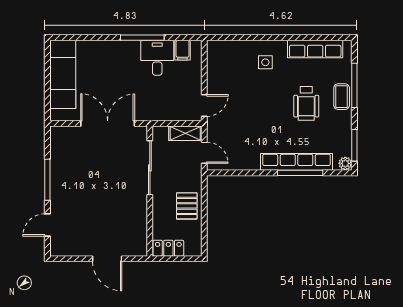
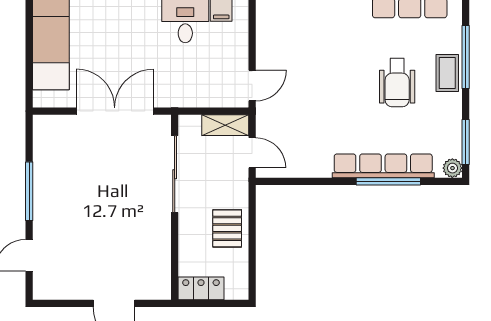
side table: (265, 62) -> (339, 24), removed

